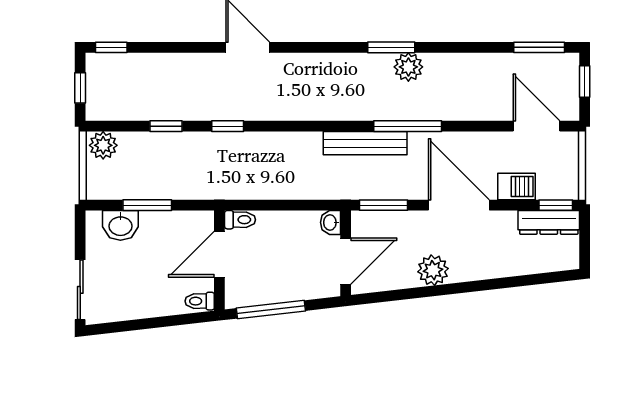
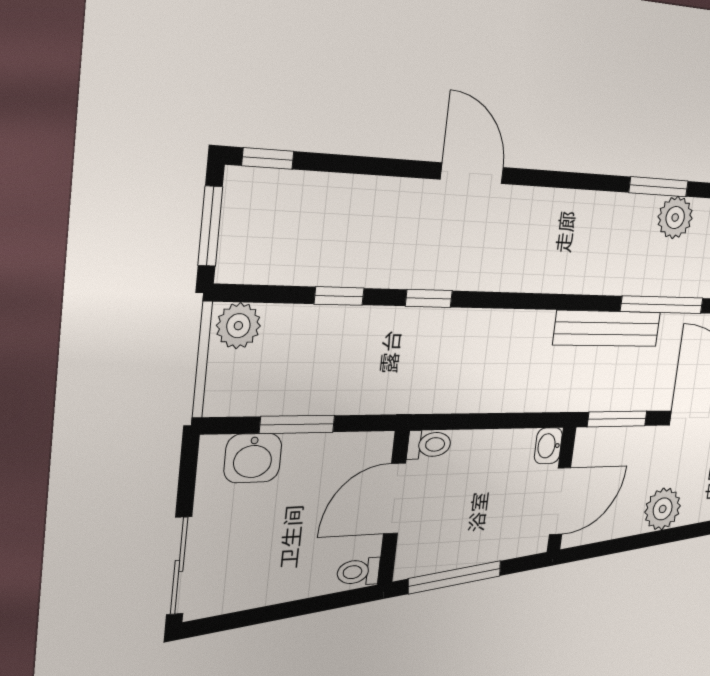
window: (80, 88) -> (210, 226), width x1.50

